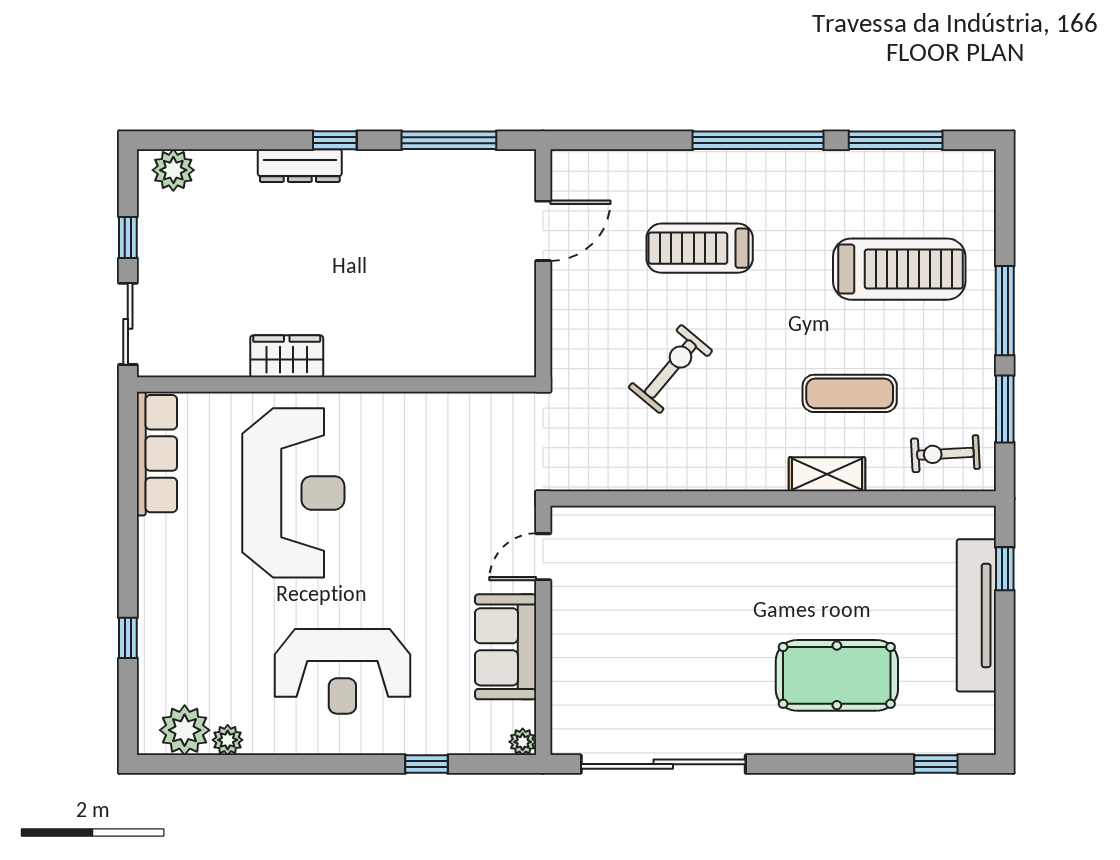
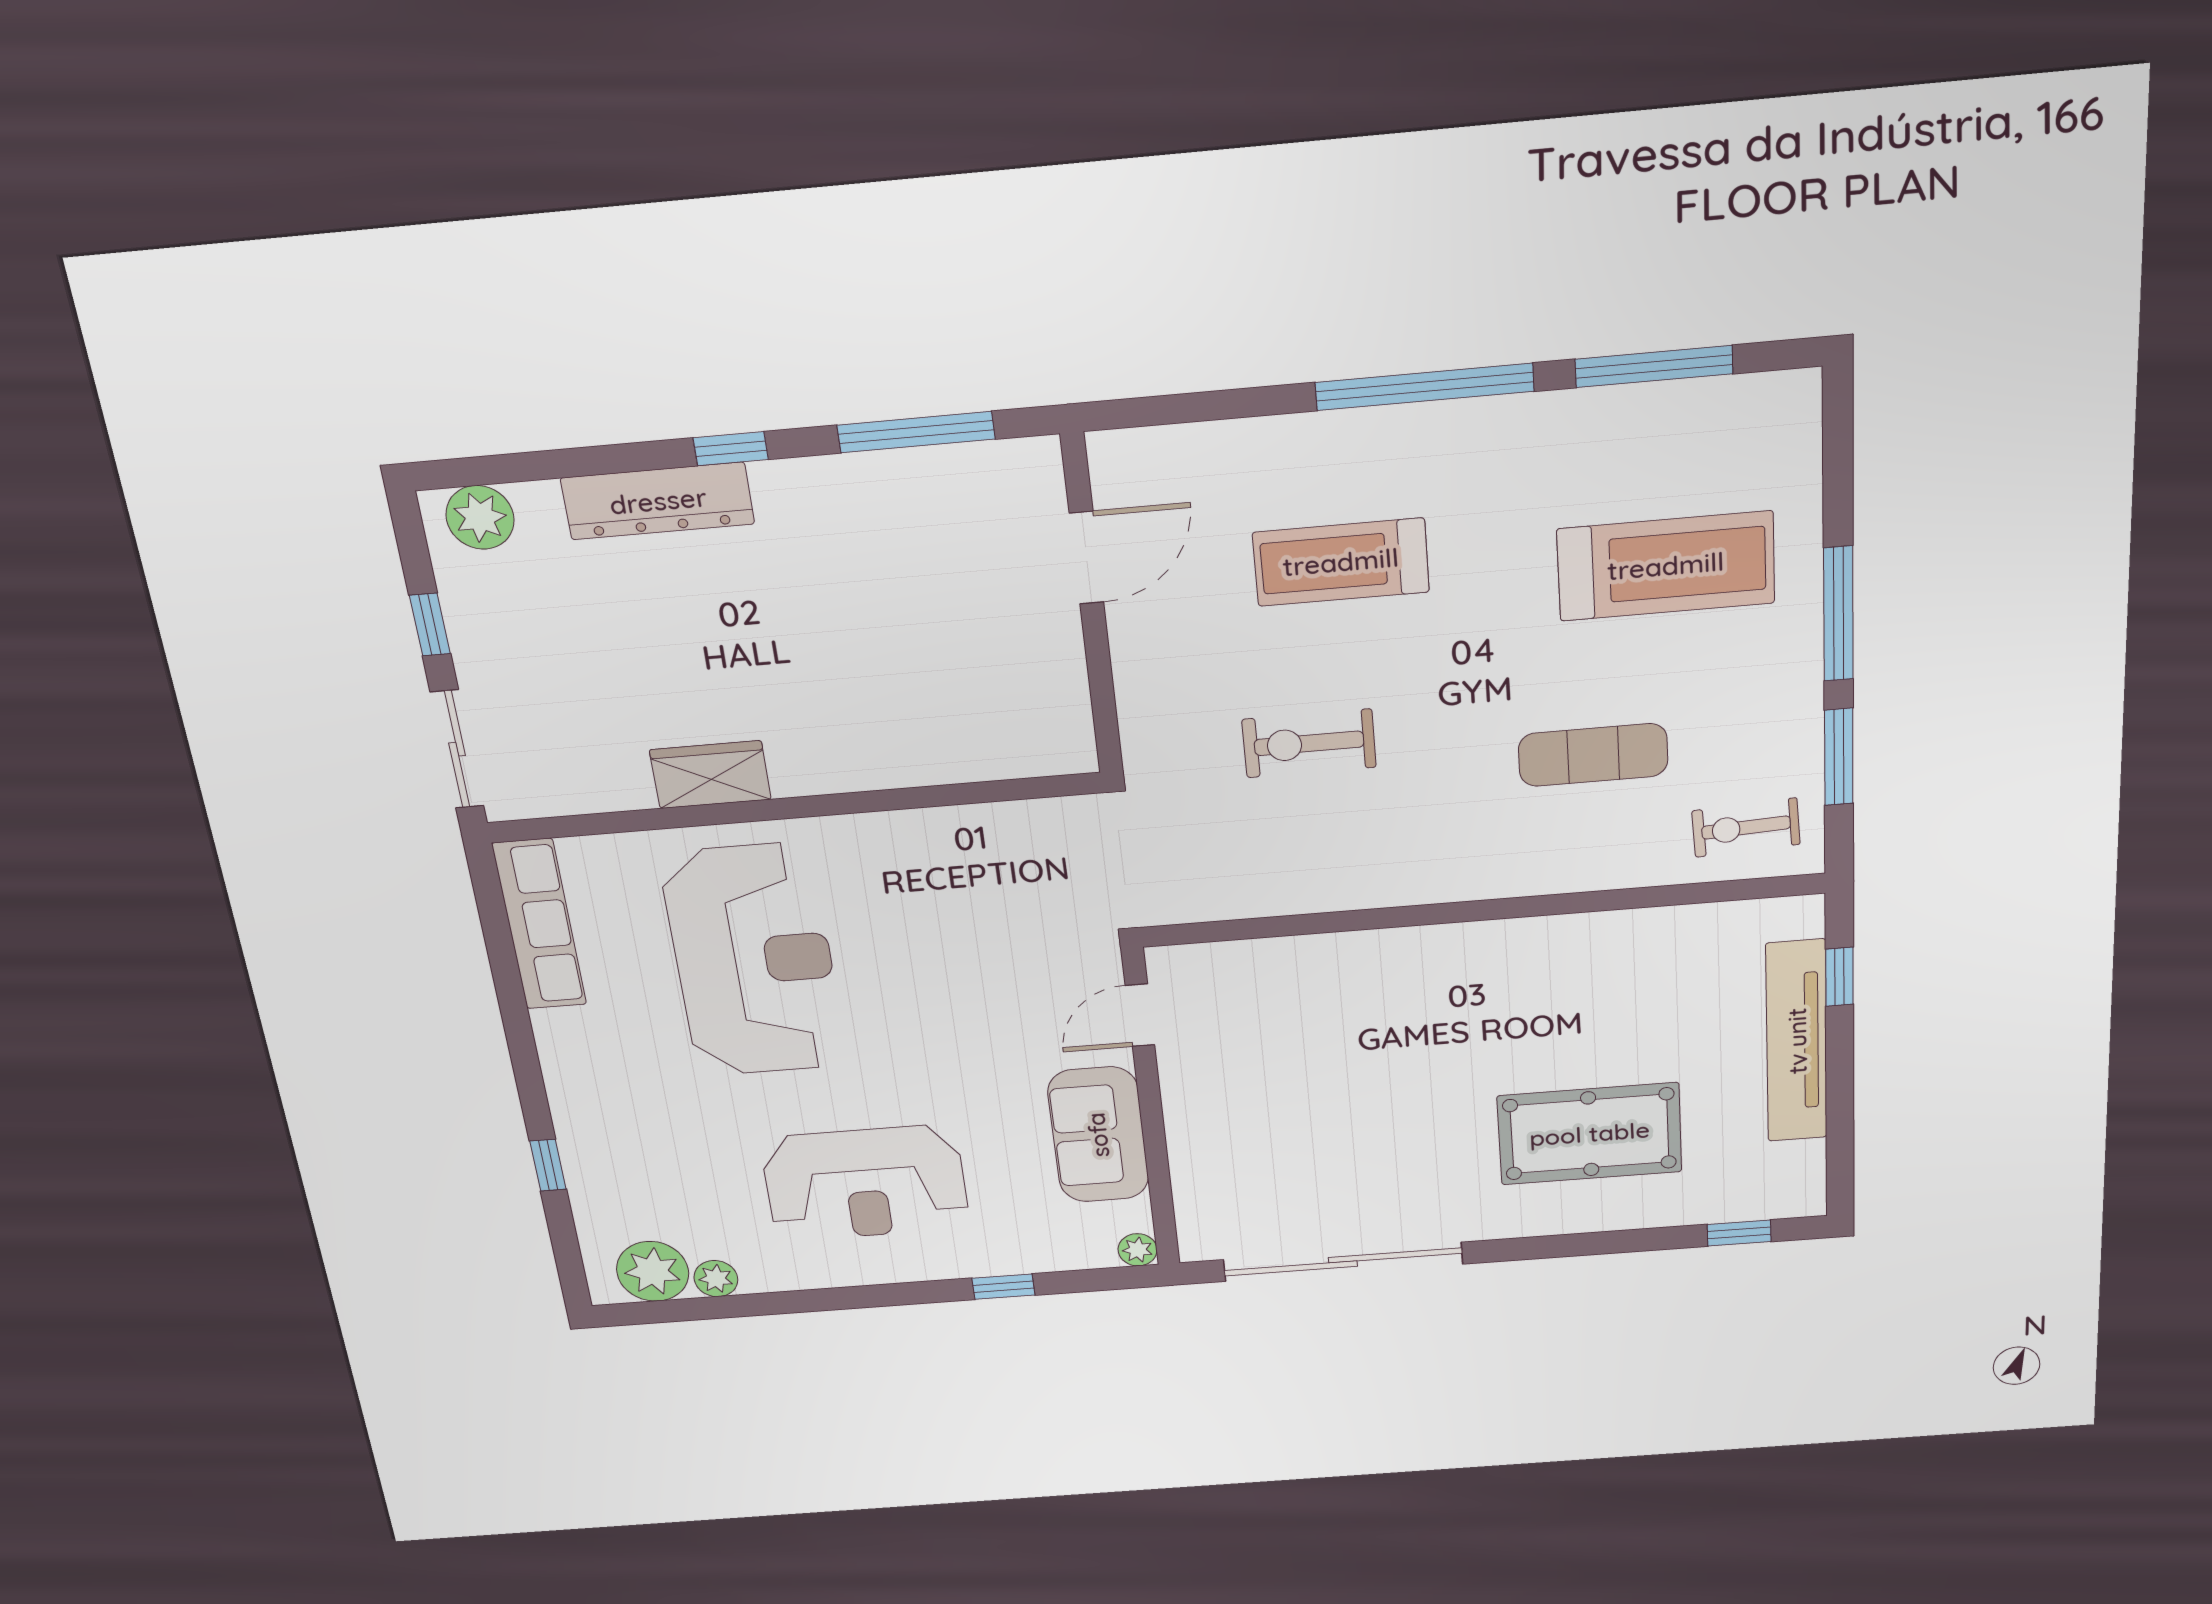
dresser: (300, 166) -> (658, 501), width x1.37, depth x1.24
exercise bike: (670, 369) -> (1309, 743), turned -130
shelving: (827, 474) -> (1563, 871), removed

